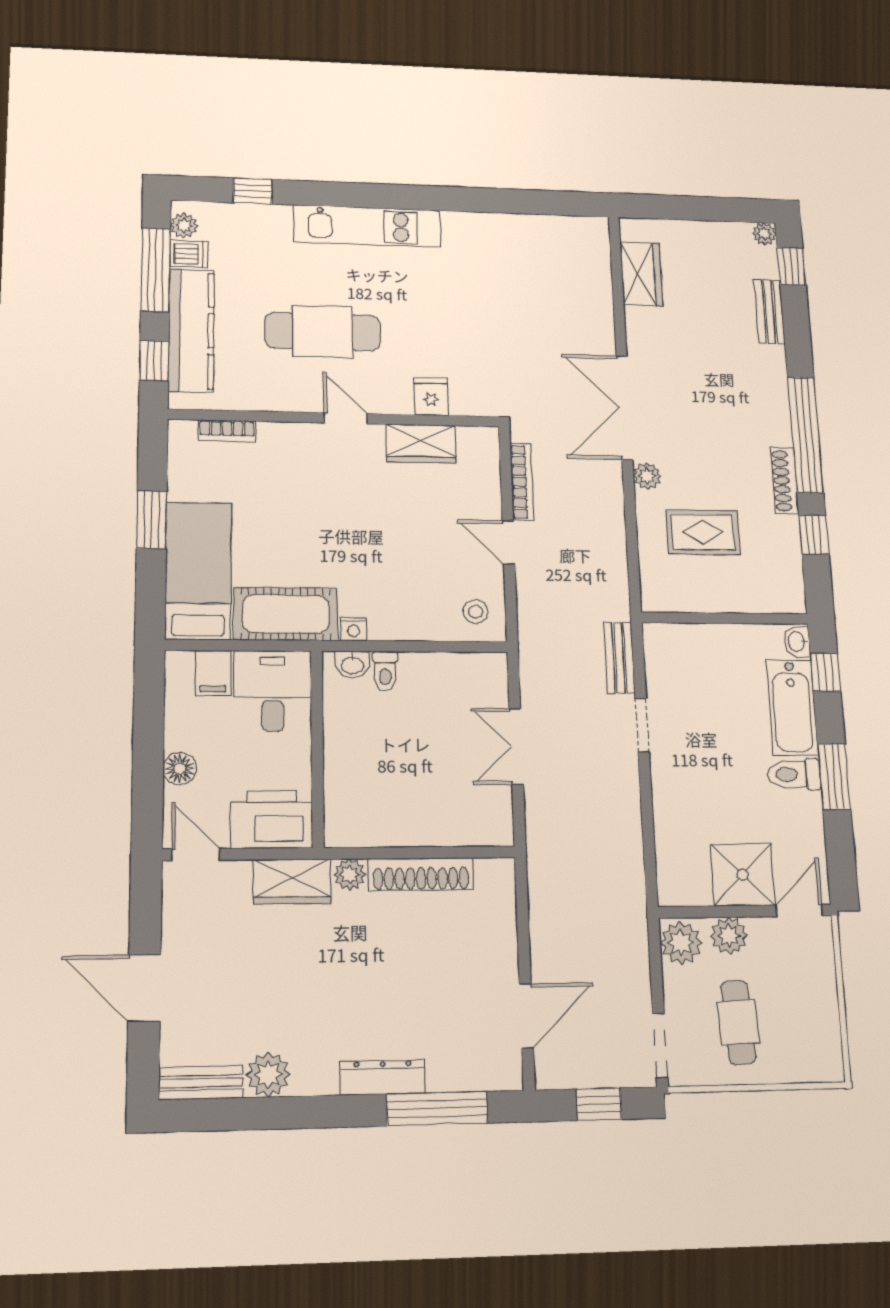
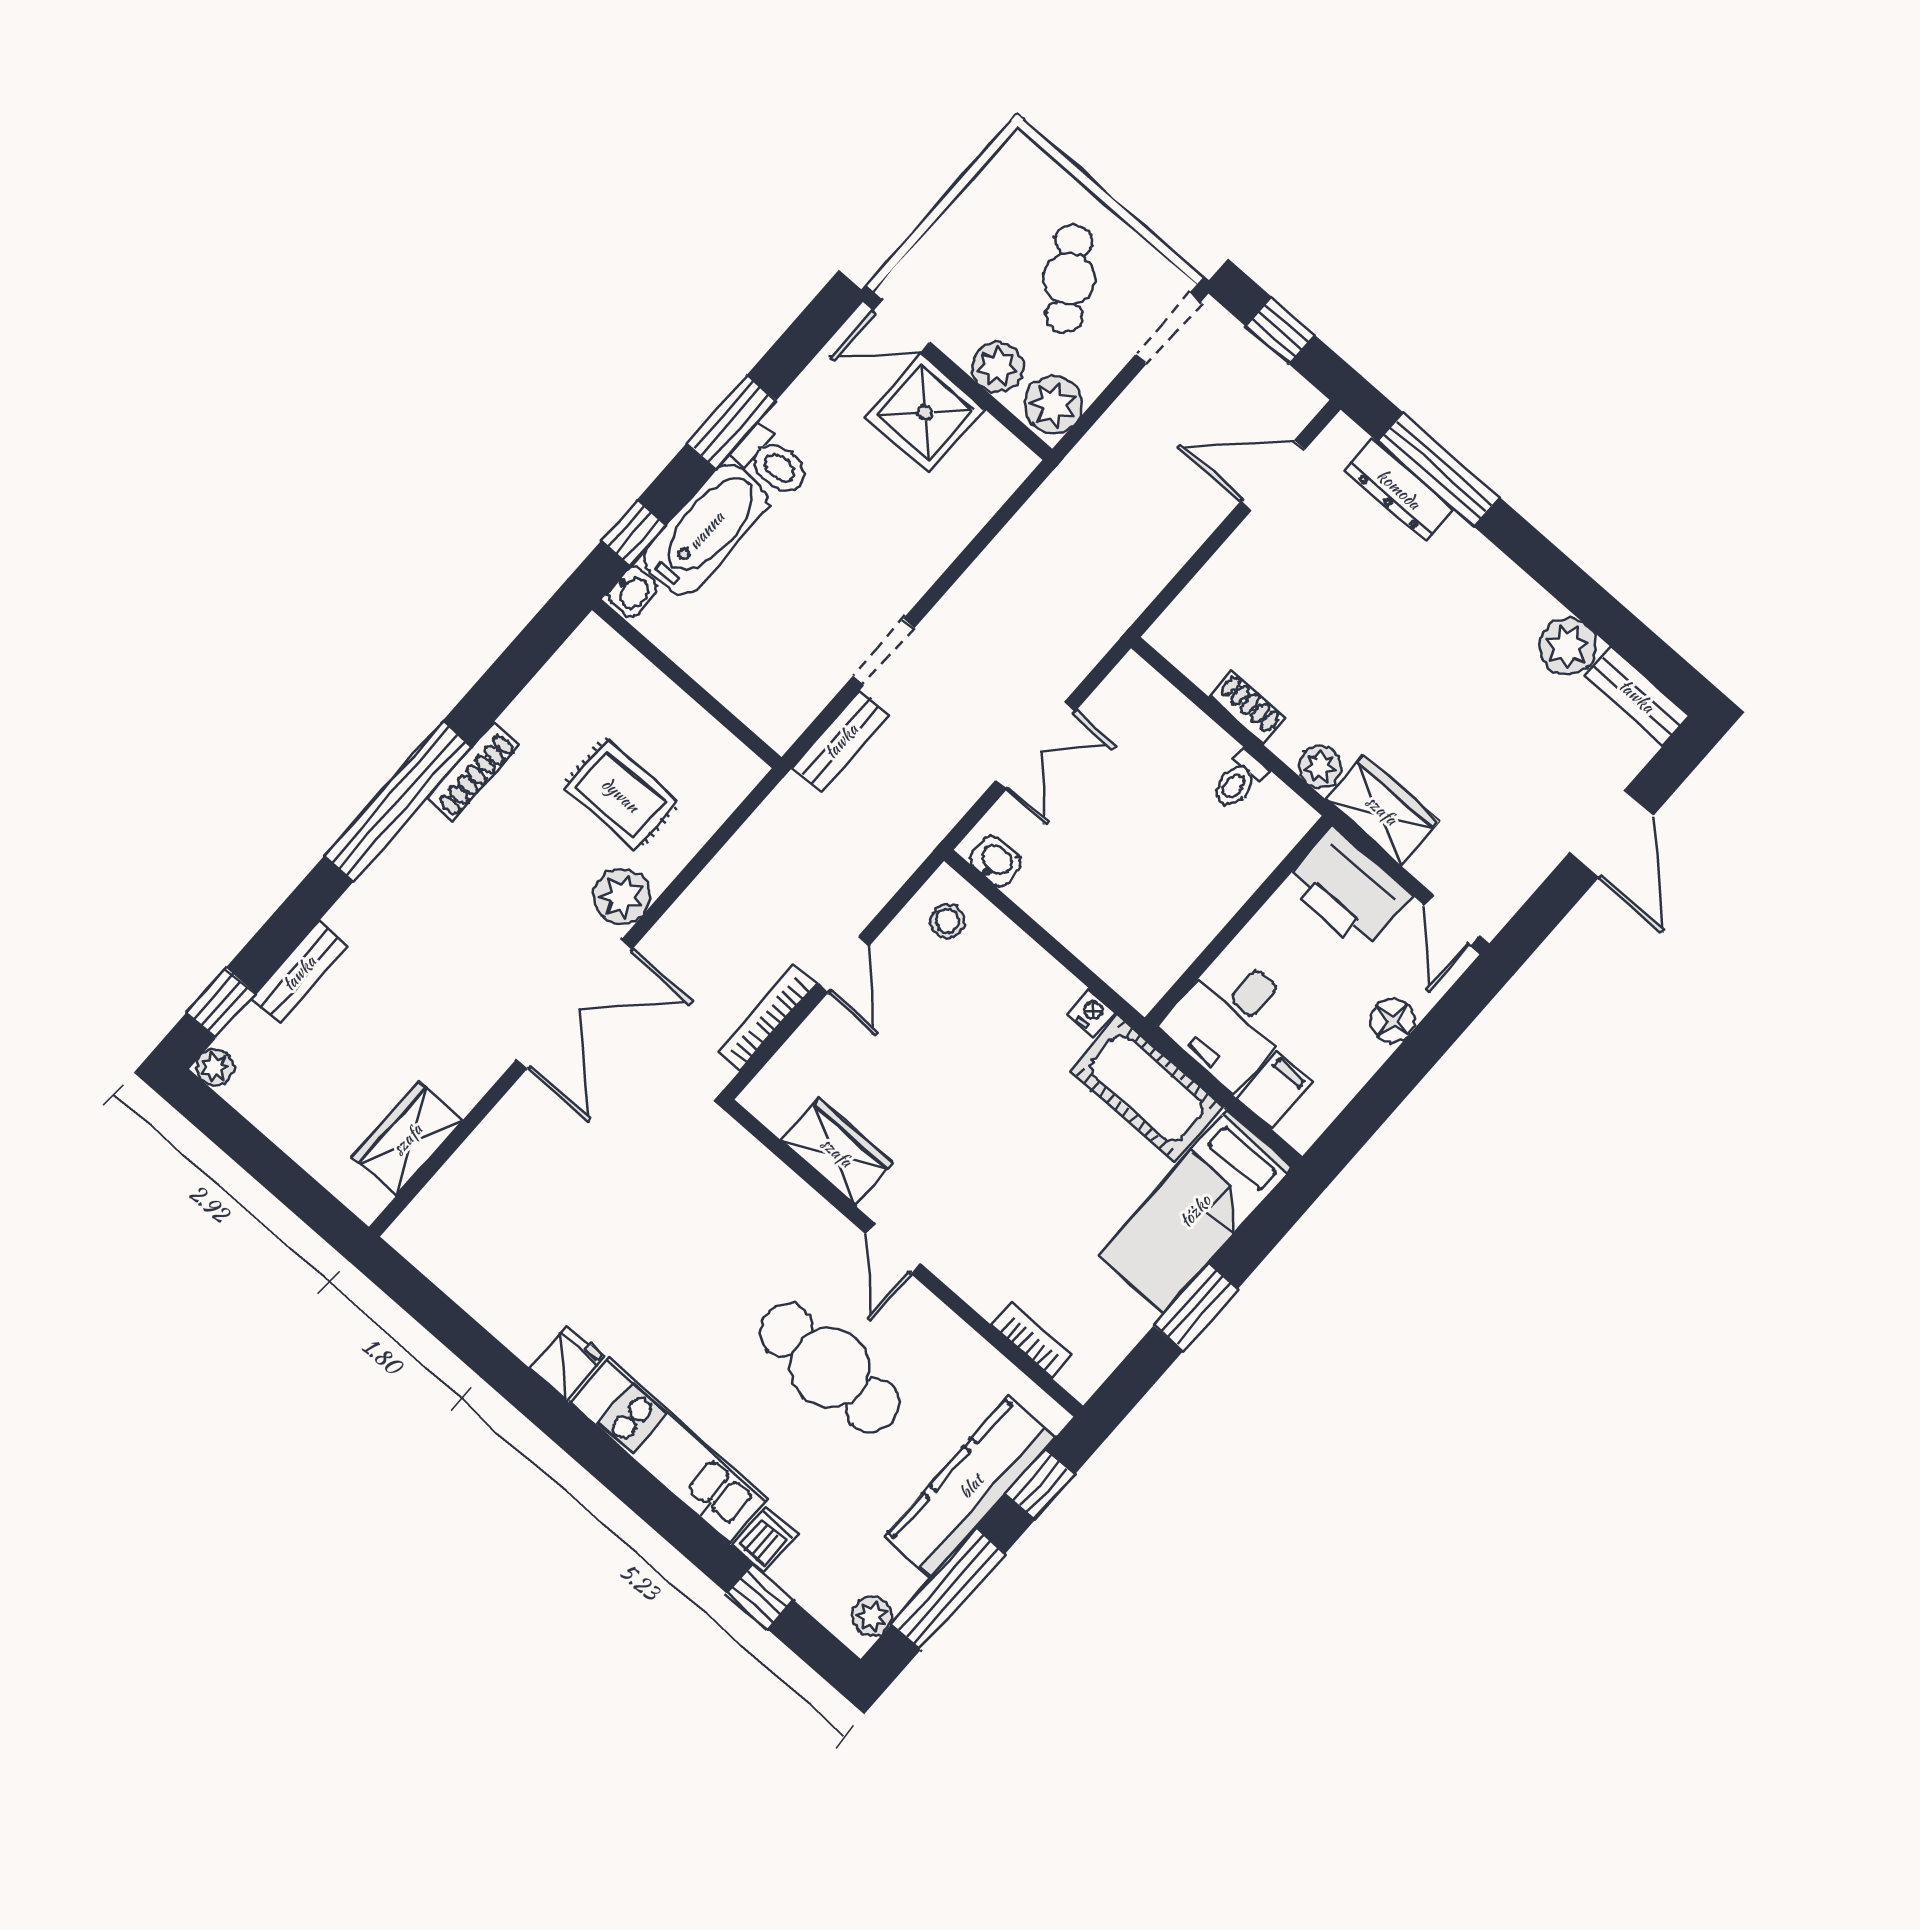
dishwasher: (189, 254) -> (765, 1539), moved, turned 90
fridge: (431, 397) -> (567, 1363), moved, turned 180
plant: (647, 476) -> (622, 896), width x1.38, depth x1.38
window: (814, 535) -> (499, 686), removed
washbasin: (352, 665) -> (995, 861), moved
toilet: (385, 671) -> (1239, 780), moved, turned 180
shoe rack: (421, 874) -> (1247, 707), width x0.51, depth x0.81
cafe table: (738, 1022) -> (1069, 279), turned -31
dresser: (383, 1077) -> (1399, 489), moved

